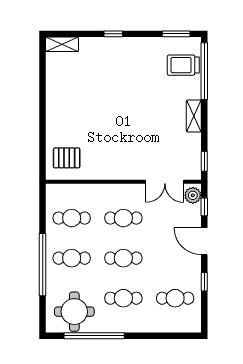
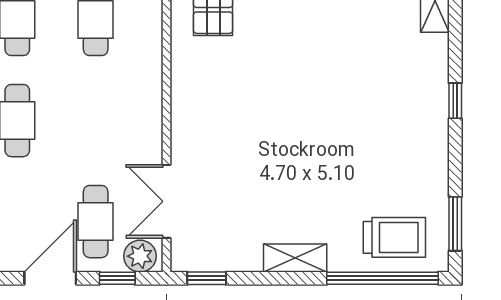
trolley: (183, 65) -> (394, 237), turned 90
cafe table: (123, 218) -> (96, 222), moved

